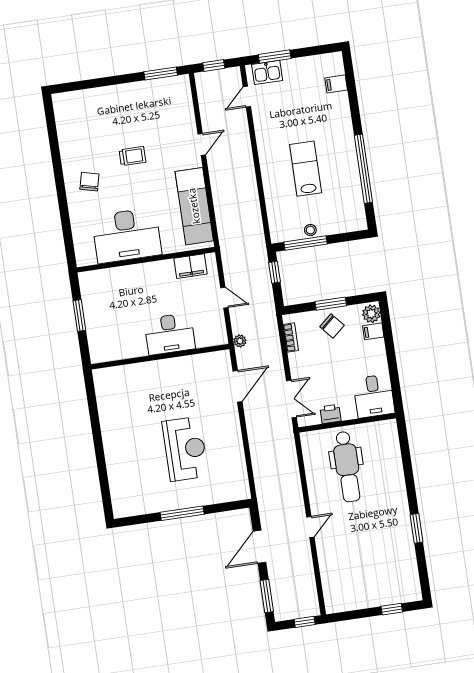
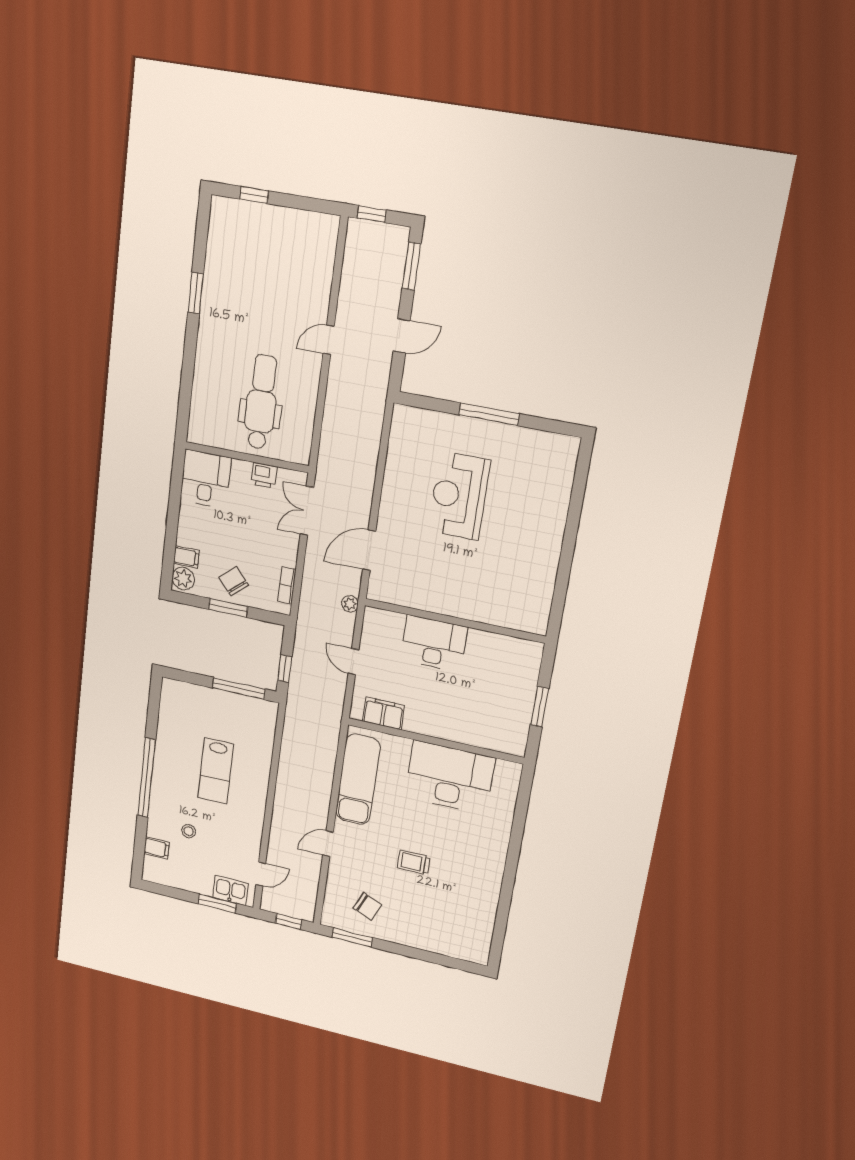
window: (363, 169) -> (147, 778), moved
chair: (89, 182) -> (368, 907), moved, turned -81
stool: (310, 230) -> (189, 831), moved
door: (259, 547) -> (402, 336), width x0.73

